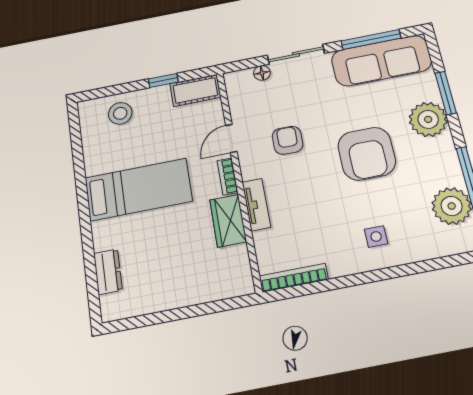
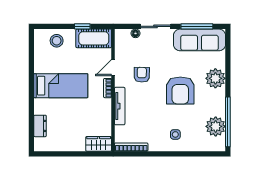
cot: (195, 90) -> (94, 38), width x1.37, depth x1.34
window: (446, 93) -> (228, 66), removed
tv unit: (256, 205) -> (120, 106), width x1.41
wardrobe: (228, 221) -> (99, 144), moved, turned 90

